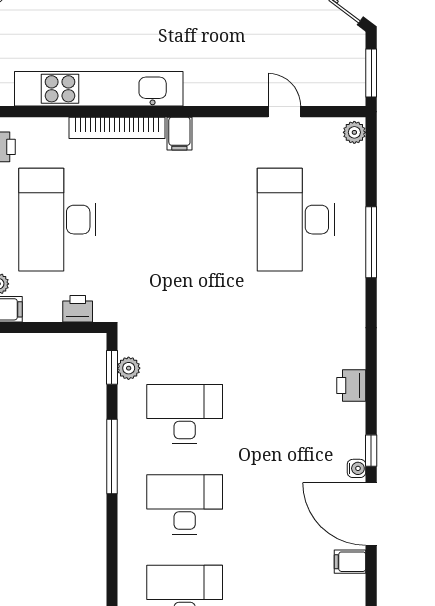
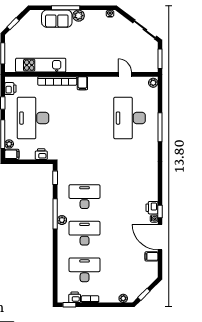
kitchen unit: (99, 89) -> (41, 65), width x0.73
plant: (129, 368) -> (62, 220), moved
printer: (351, 385) -> (152, 208), moved

